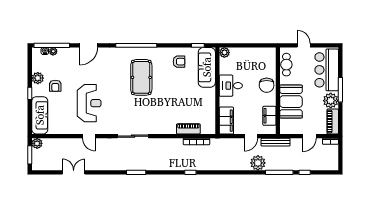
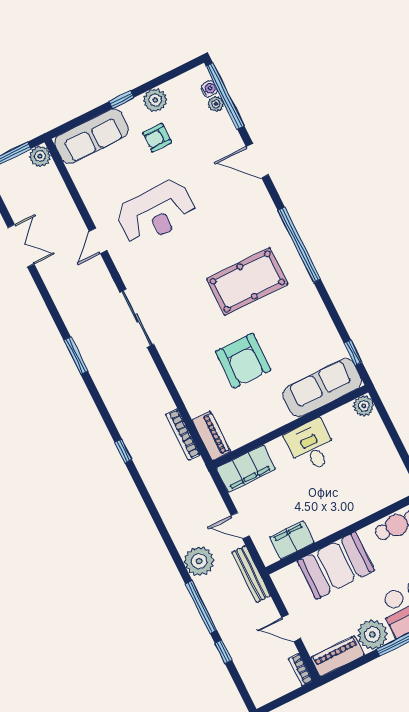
armchair: (179, 62) -> (243, 361), moved, width x1.88, depth x1.88
chair: (267, 85) -> (343, 508), removed
piano: (188, 129) -> (211, 436), moved

